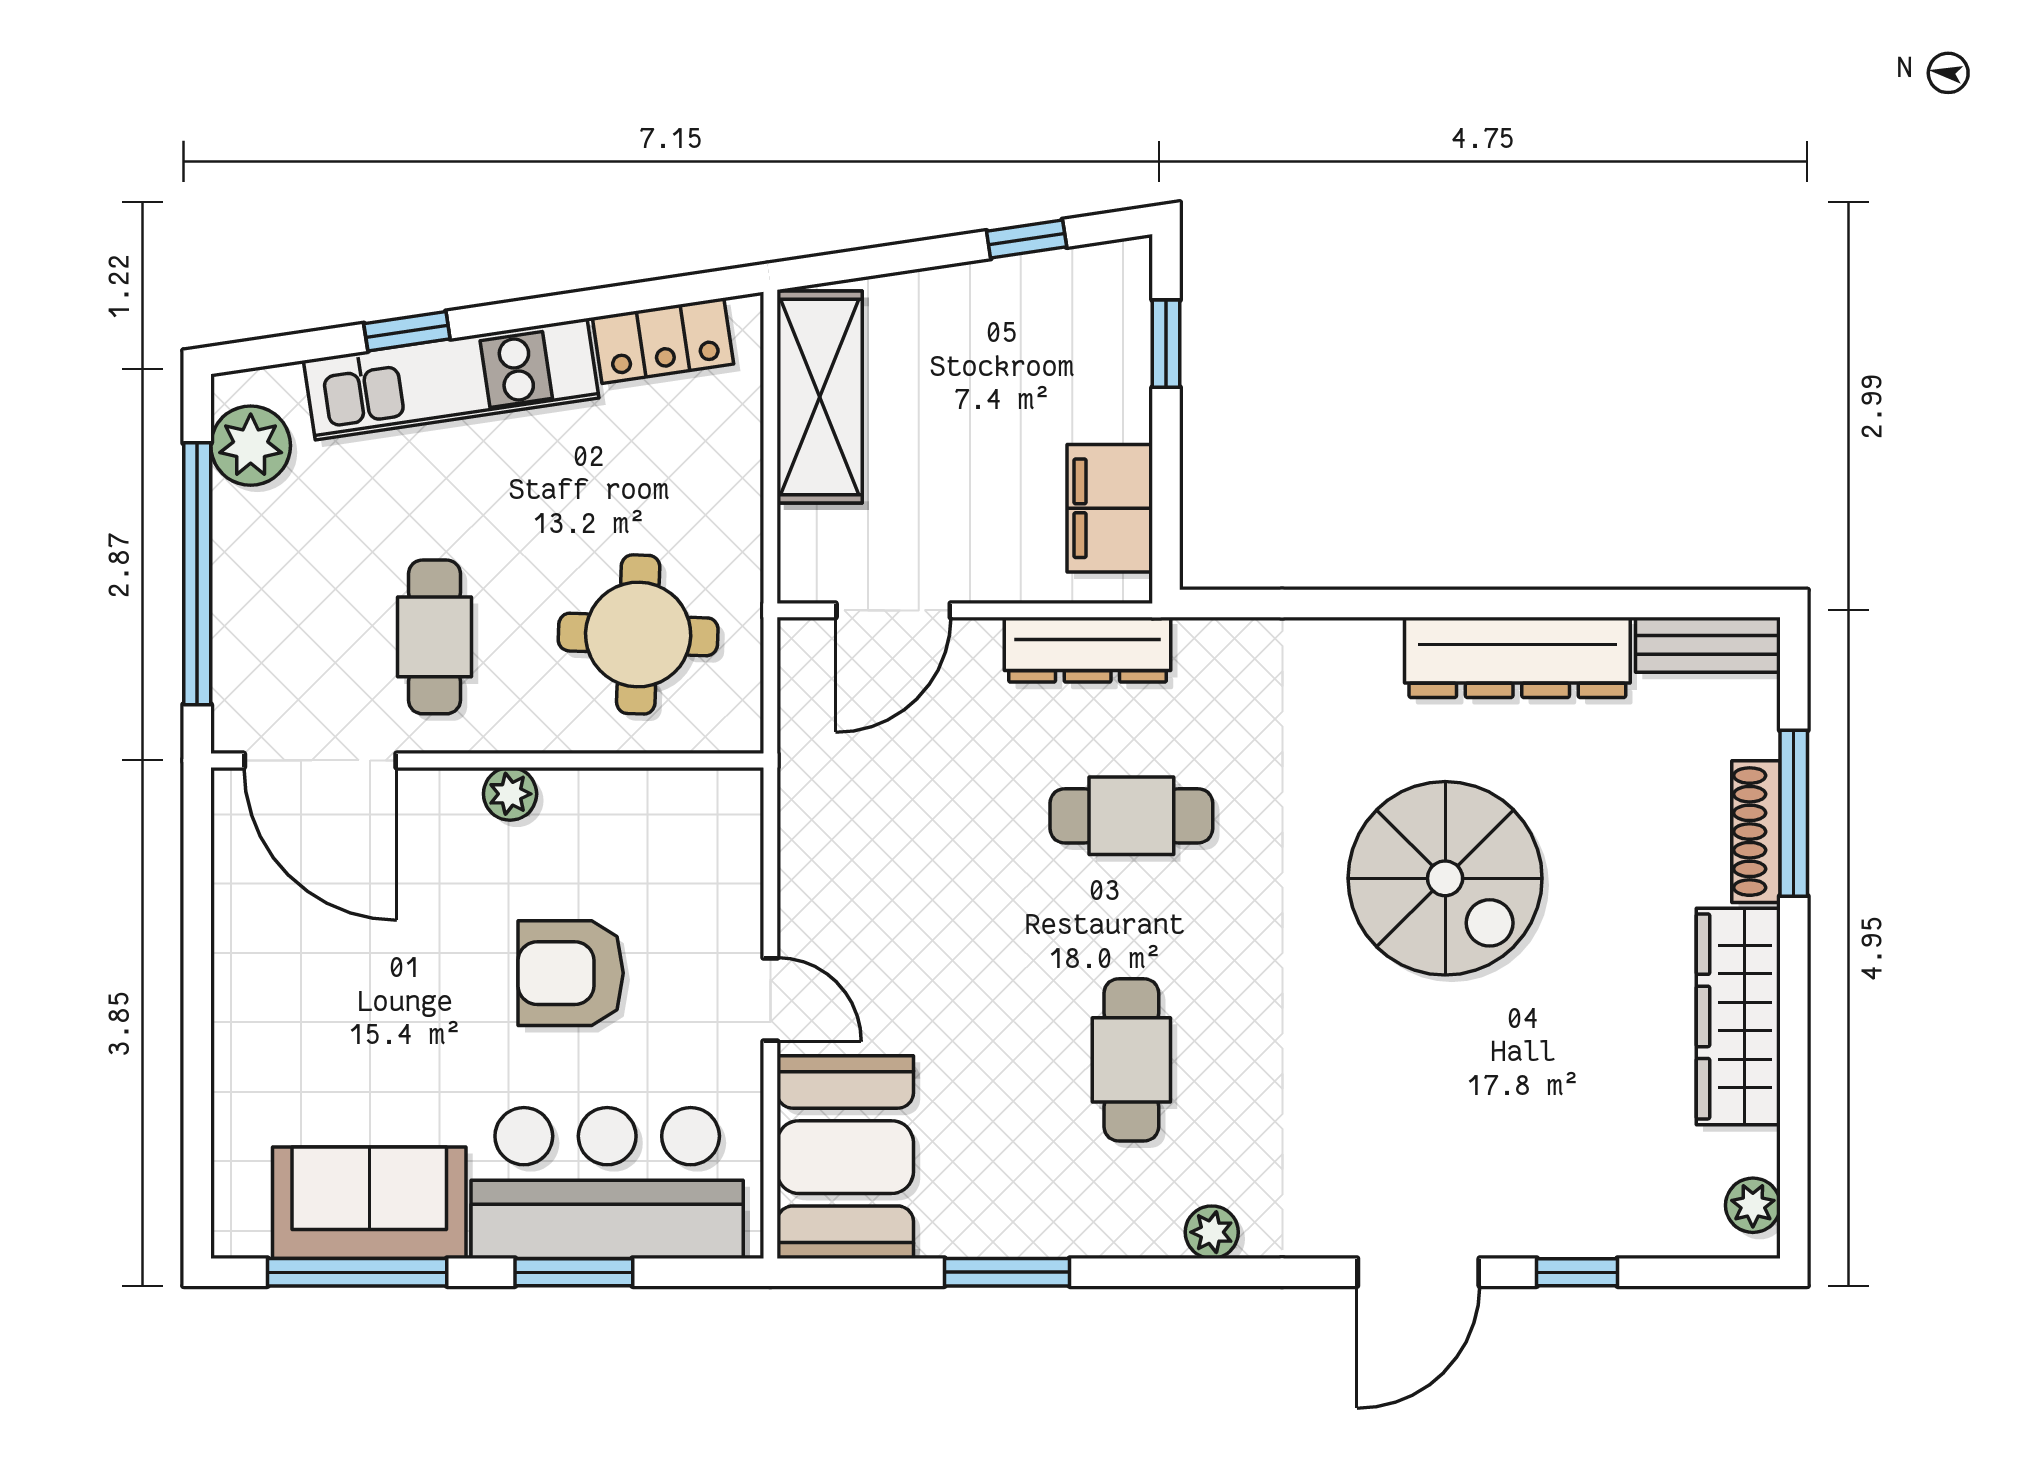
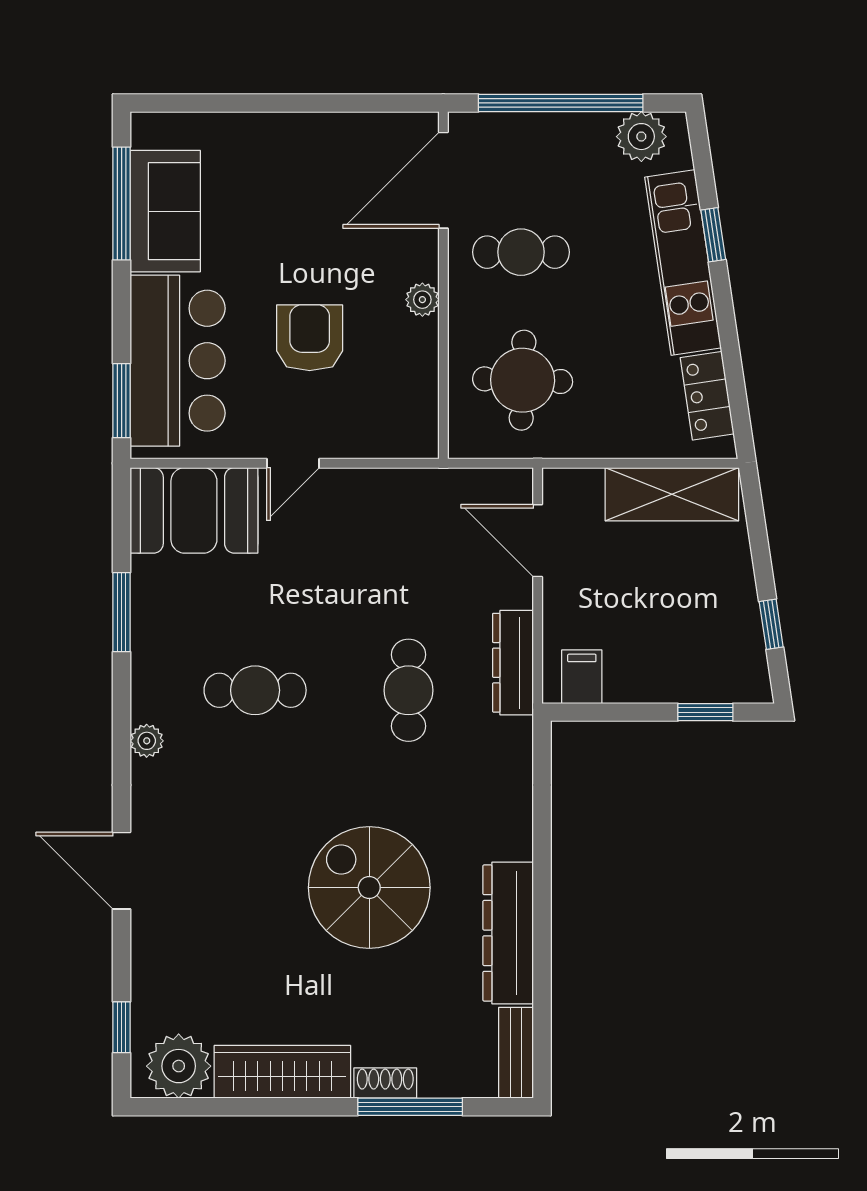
filing cabinet: (1110, 508) -> (582, 677), width x0.50
shoe rack: (1756, 832) -> (385, 1083), width x0.70
spiral stairs: (1445, 878) -> (369, 888), turned 90
plant: (1753, 1205) -> (179, 1066), width x1.88, depth x1.88
window: (574, 1272) -> (122, 401), moved
window: (1577, 1272) -> (122, 1027), moved

